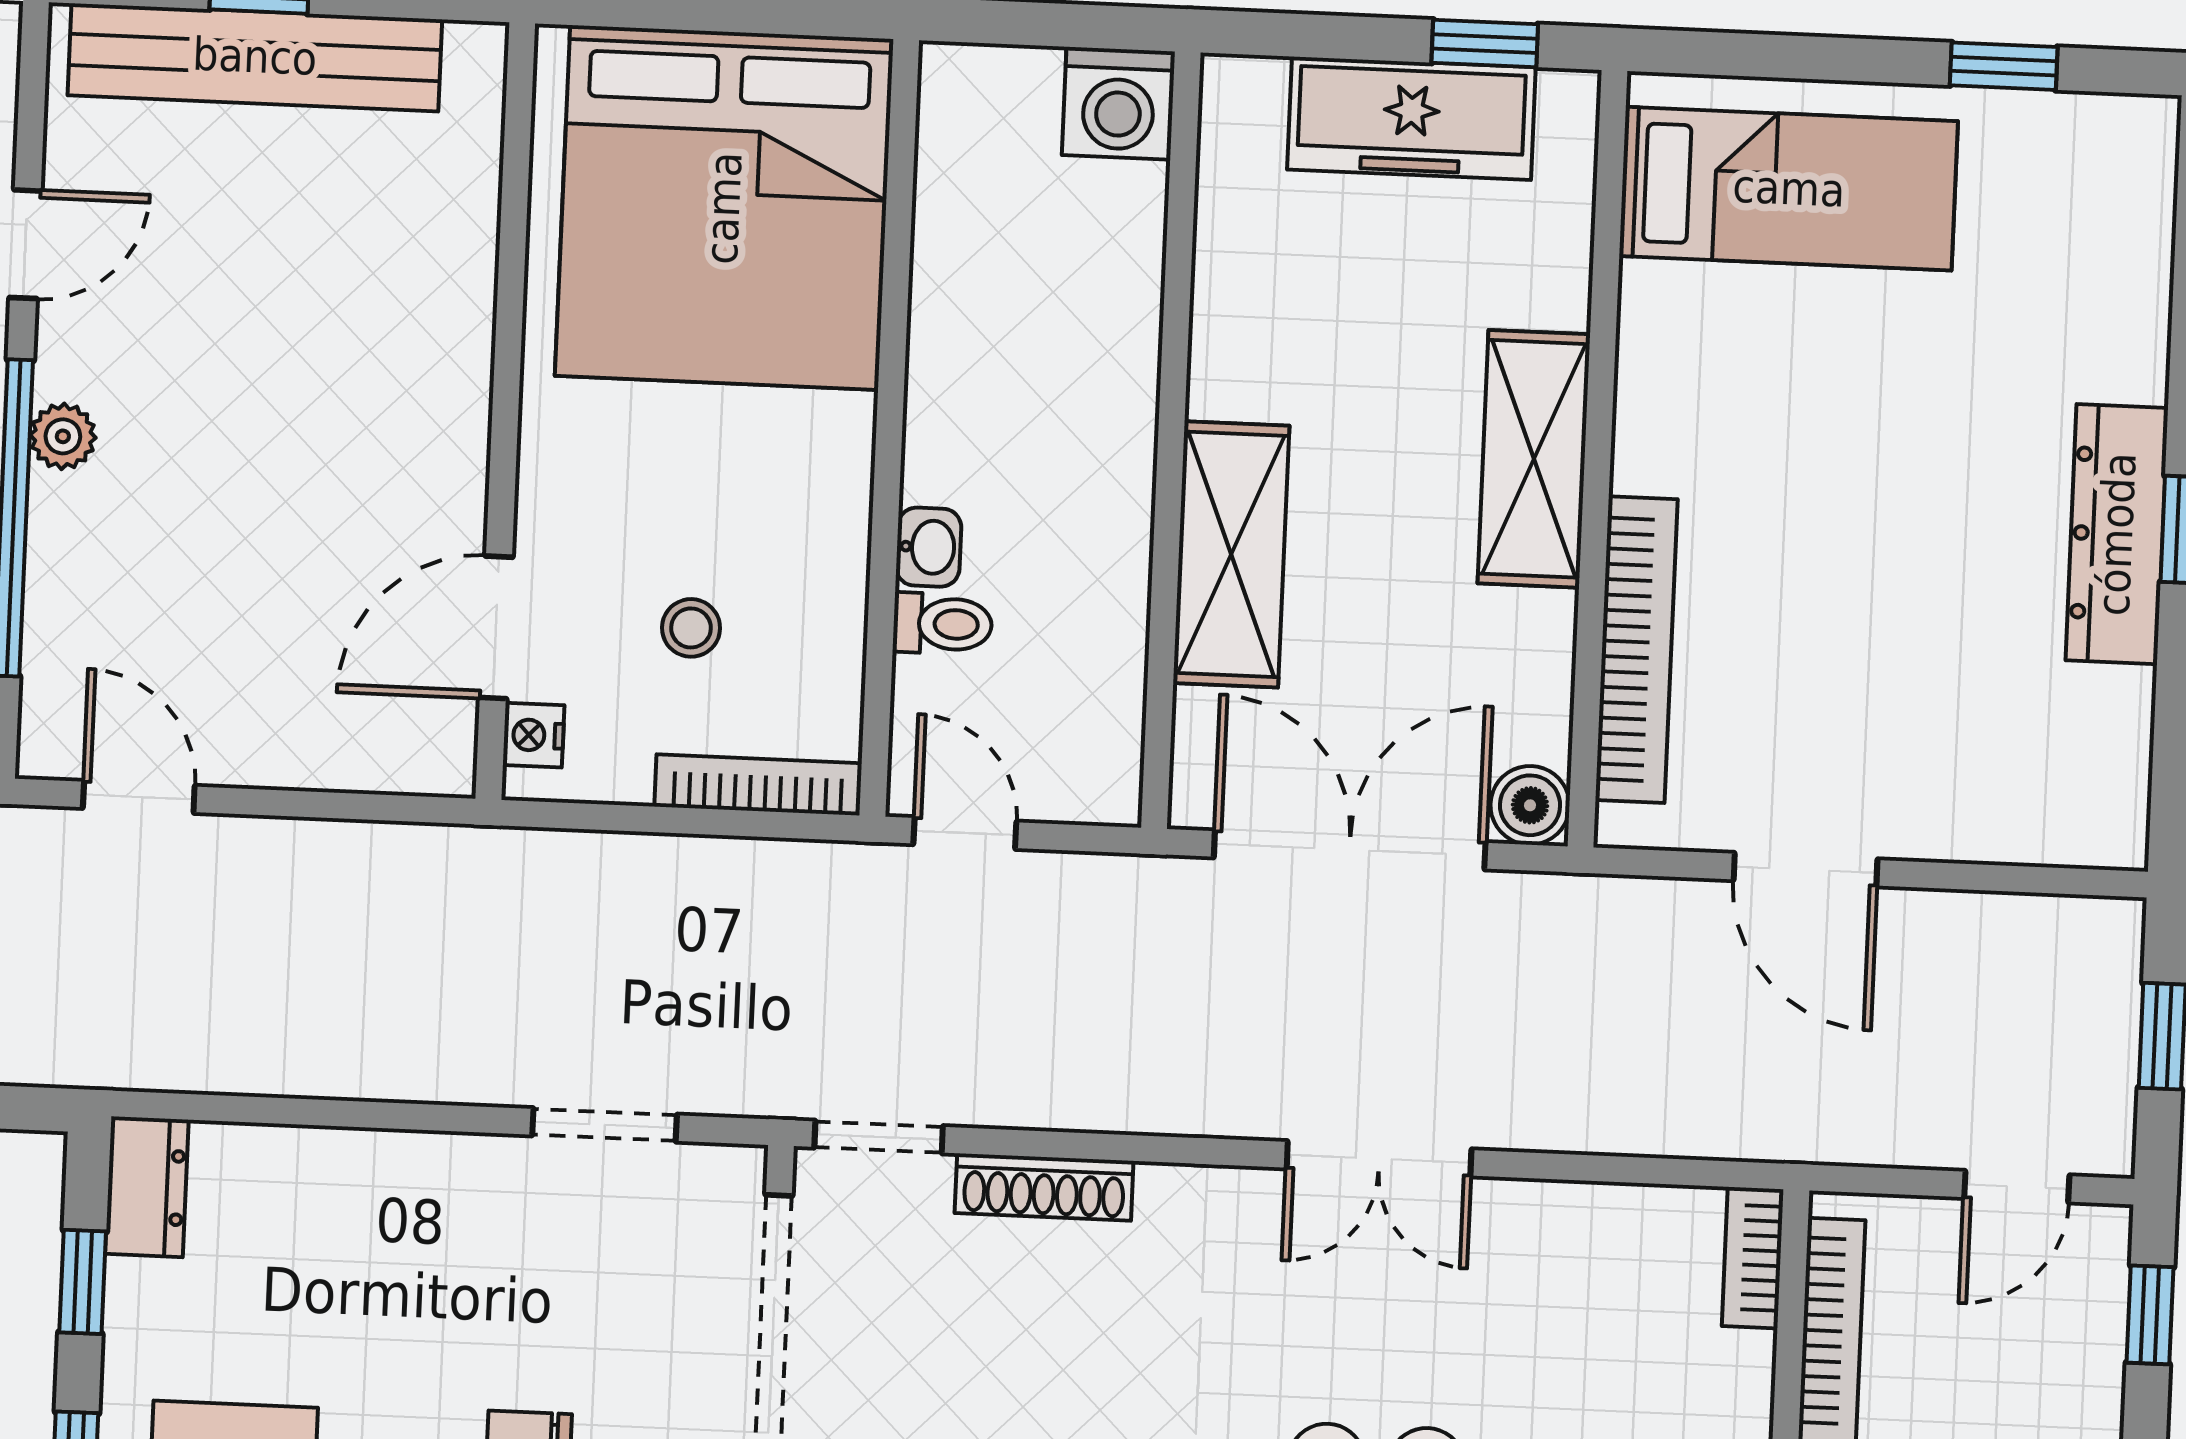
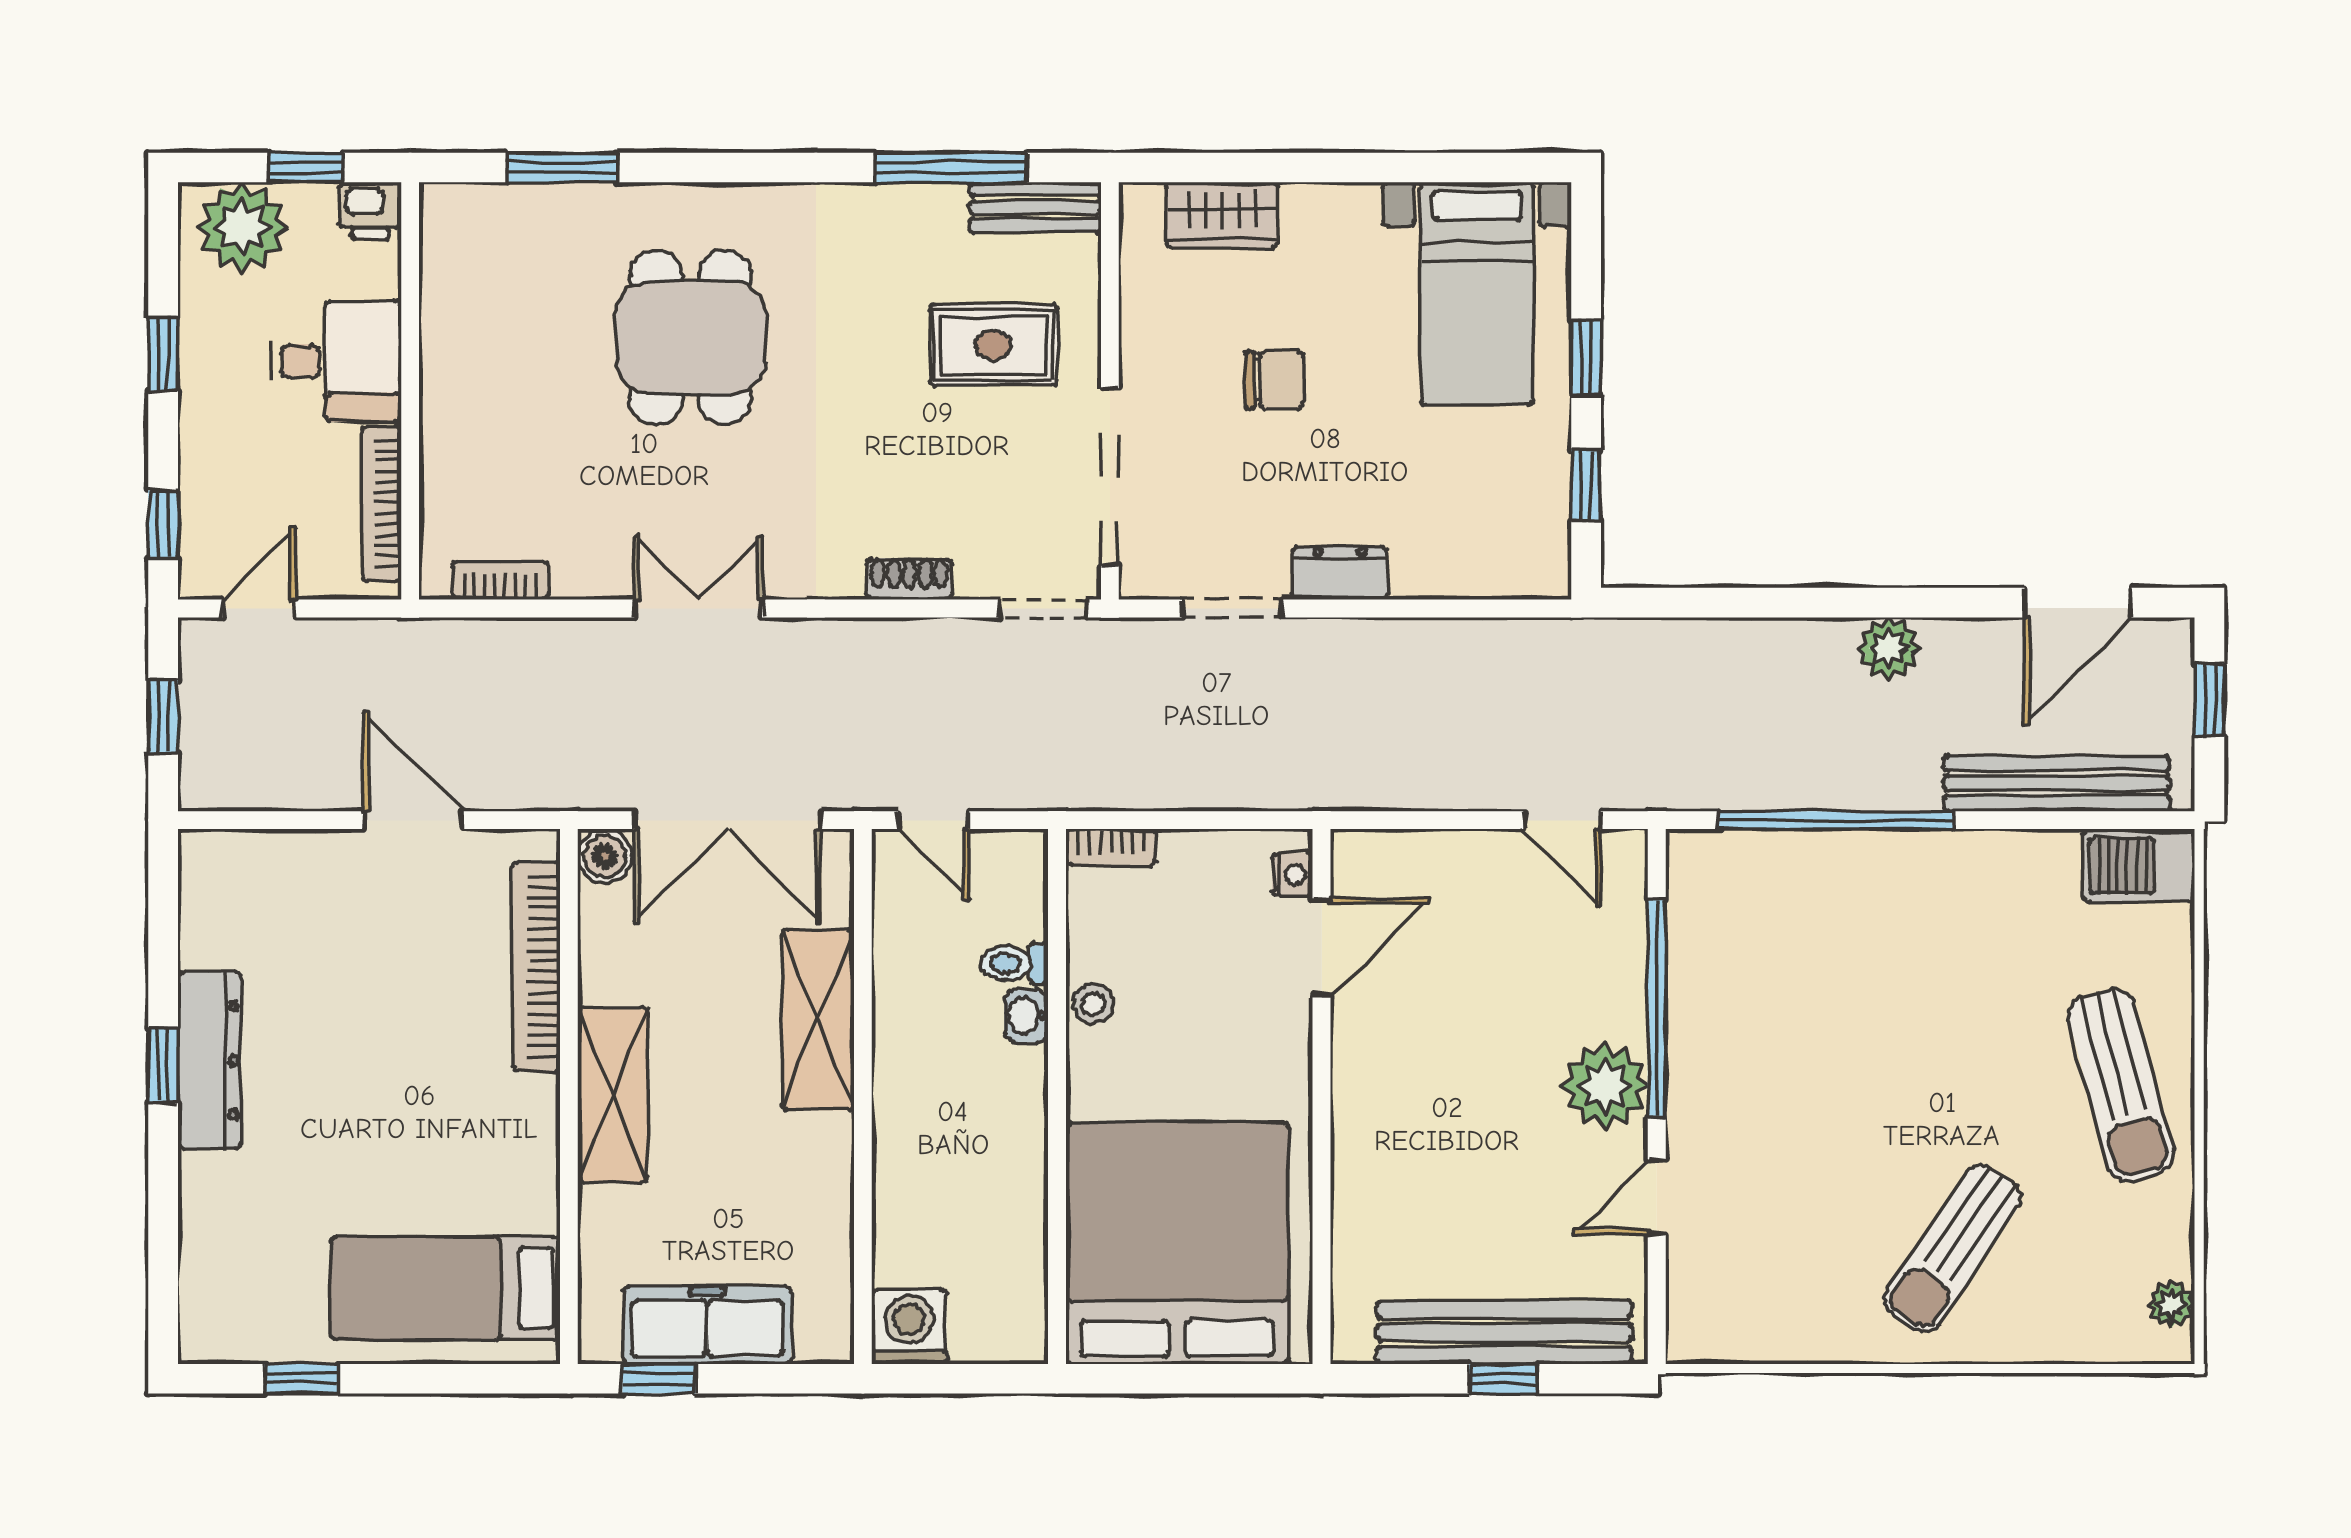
plant: (63, 436) -> (1605, 1086), width x1.88, depth x1.88
stool: (691, 628) -> (1093, 1004), moved
bookcase: (758, 785) -> (1111, 847), width x0.64
door: (965, 833) -> (934, 820), moved
dresser: (147, 1187) -> (1340, 573), moved, turned 90
shoe rack: (1044, 1187) -> (910, 579), width x0.70
bookcase: (1753, 1258) -> (500, 580), moved, turned -90

